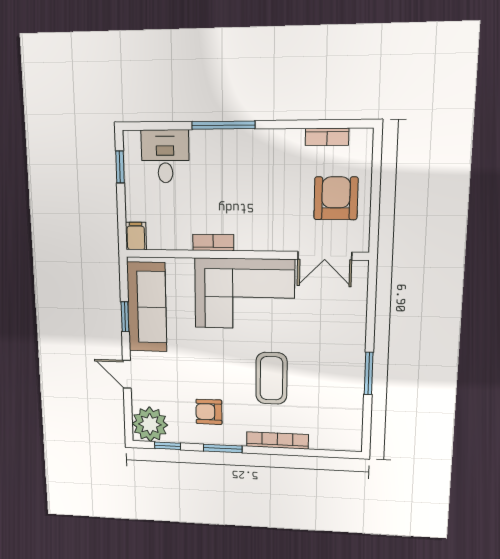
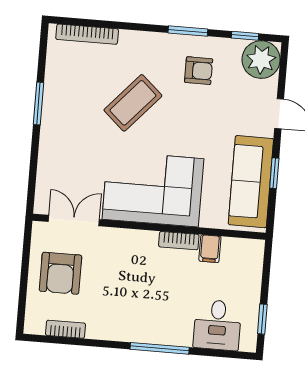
filing cabinet: (136, 236) -> (210, 249), moved
coffee table: (271, 378) -> (133, 103), turned 42
bookcase: (277, 440) -> (87, 34), moved

